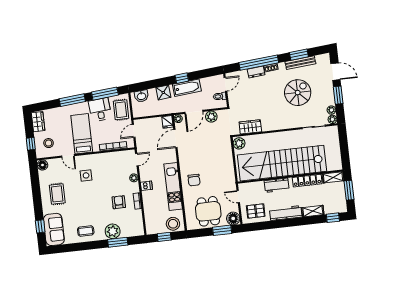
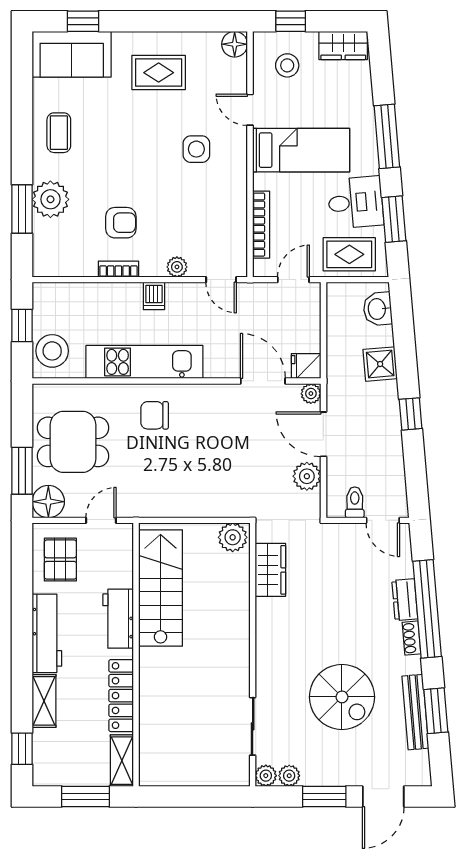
bathtub: (187, 88) -> (385, 424), removed
window: (105, 94) -> (394, 219), width x0.69
door: (134, 131) -> (293, 280), hinge flipped
door: (68, 156) -> (250, 110), hinge flipped
stairs: (282, 163) -> (160, 588), width x0.54, depth x0.66

